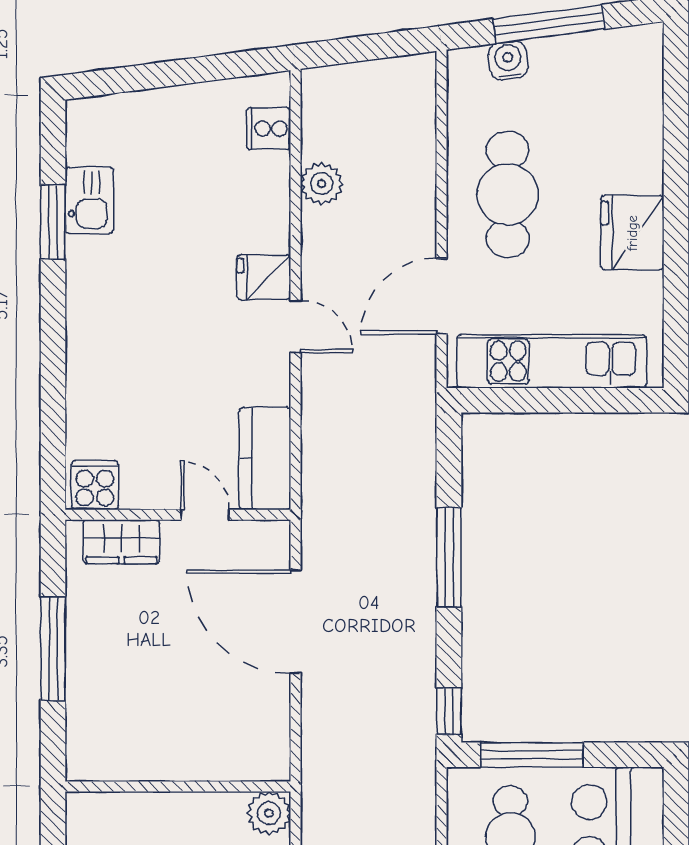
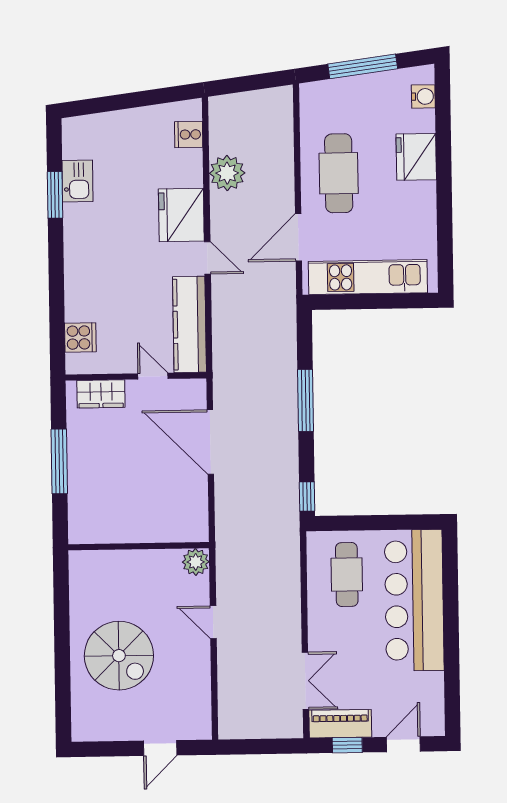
water cooler: (508, 60) -> (423, 96), moved, turned 97
plant: (321, 184) -> (227, 173), width x1.36, depth x1.36
fridge: (632, 233) -> (416, 157), moved
fridge: (264, 277) -> (181, 215), width x1.88, depth x1.34
kitchen counter: (265, 458) -> (189, 324), width x1.50
cooker: (95, 485) -> (80, 337), moved, turned 90
window: (532, 755) -> (359, 523), removed

